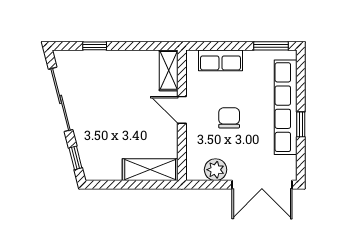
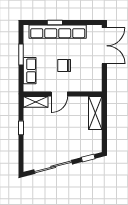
window: (95, 46) -> (21, 128), moved
window: (271, 46) -> (21, 54), moved
window: (301, 124) -> (55, 22), moved
plant: (216, 170) -> (95, 74), removed

